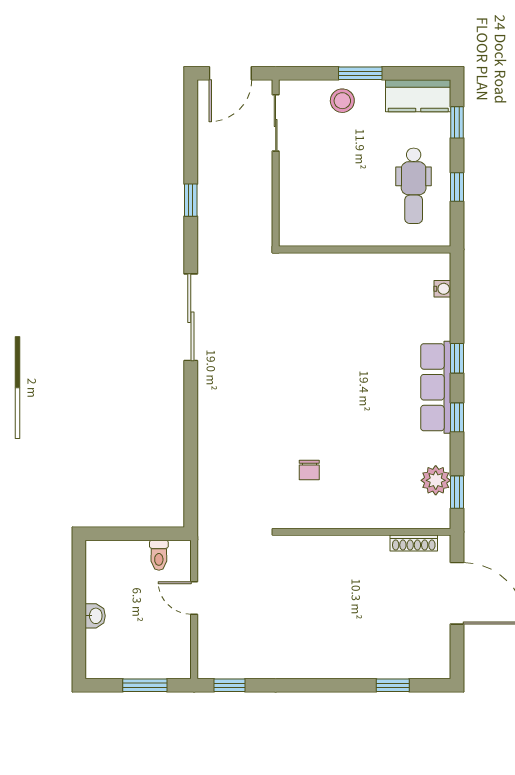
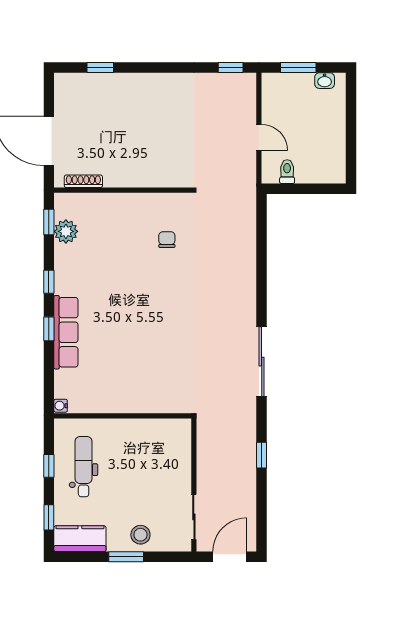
water cooler: (442, 289) -> (61, 406), moved
row of seats: (436, 387) -> (66, 332), moved
washbasin: (95, 616) -> (325, 81), moved, turned -90

